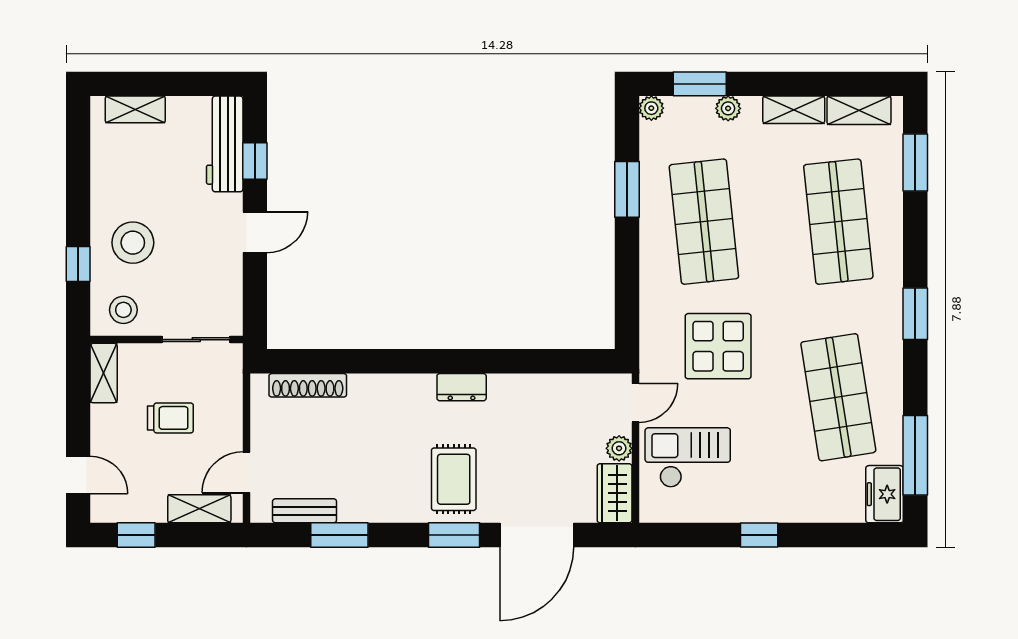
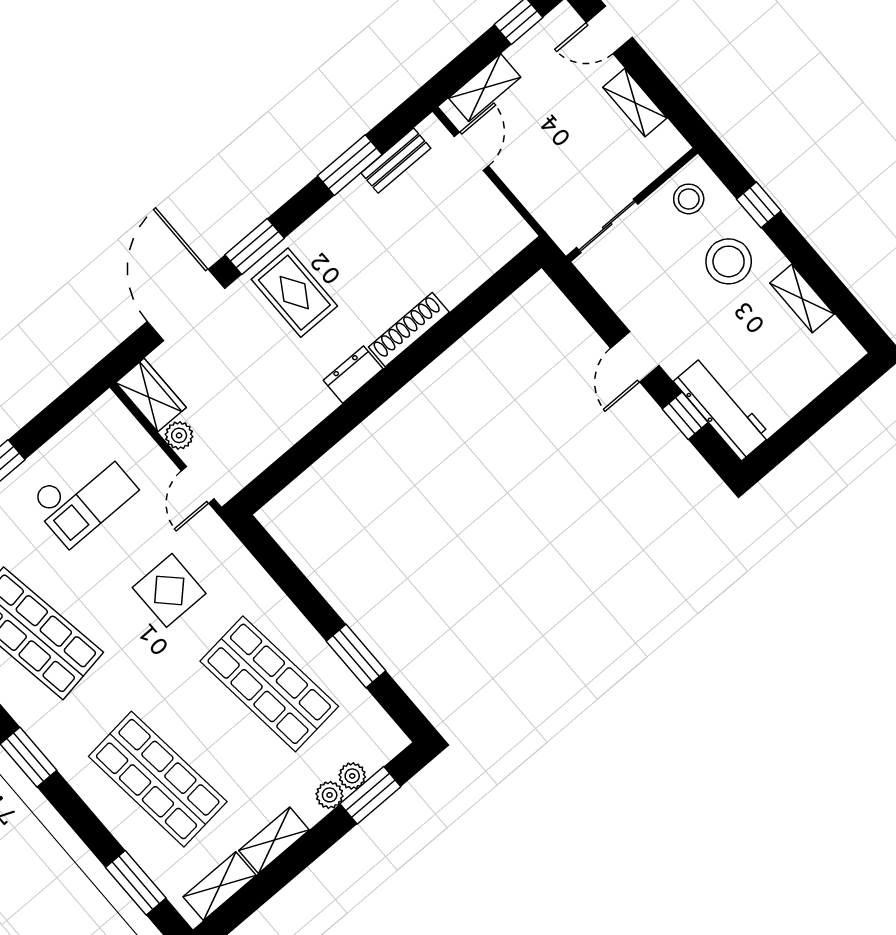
plant: (651, 108) -> (352, 776), moved
shelving: (135, 109) -> (802, 298), moved, turned 90
display table: (718, 346) -> (169, 590), width x0.73, depth x0.73
shelving: (104, 373) -> (635, 103), moved
shoe rack: (308, 385) -> (409, 330), moved
trolley: (170, 418) -> (573, 143), removed
checkout: (688, 458) -> (83, 495), moved

